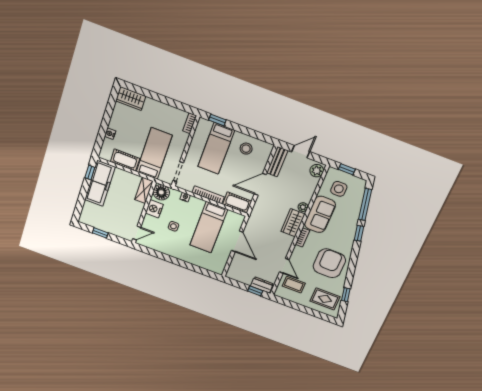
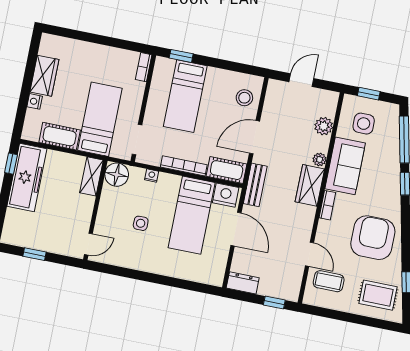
wardrobe: (131, 99) -> (44, 76), moved, turned -90
stool: (246, 149) -> (244, 98), moved
bench: (277, 162) -> (255, 185), moved
plant: (317, 171) -> (324, 126), moved
nightstand: (154, 209) -> (226, 195), moved, turned 90
dresser: (262, 285) -> (243, 283), moved

